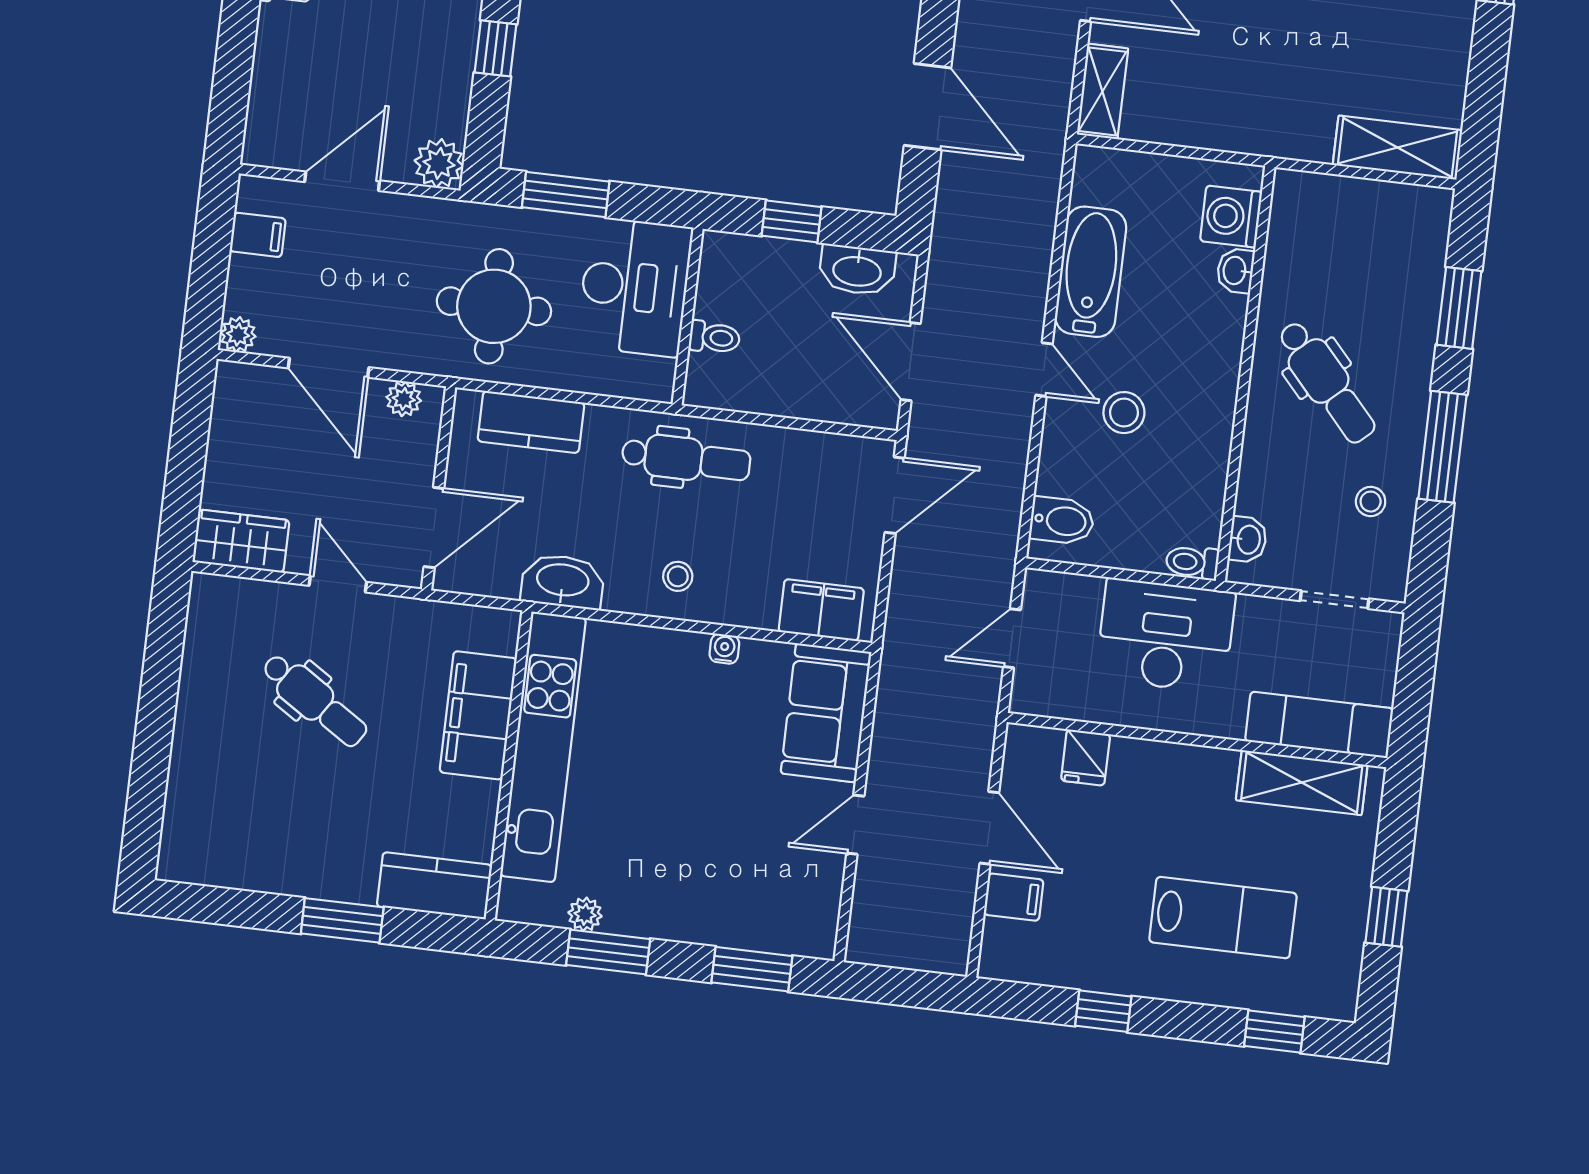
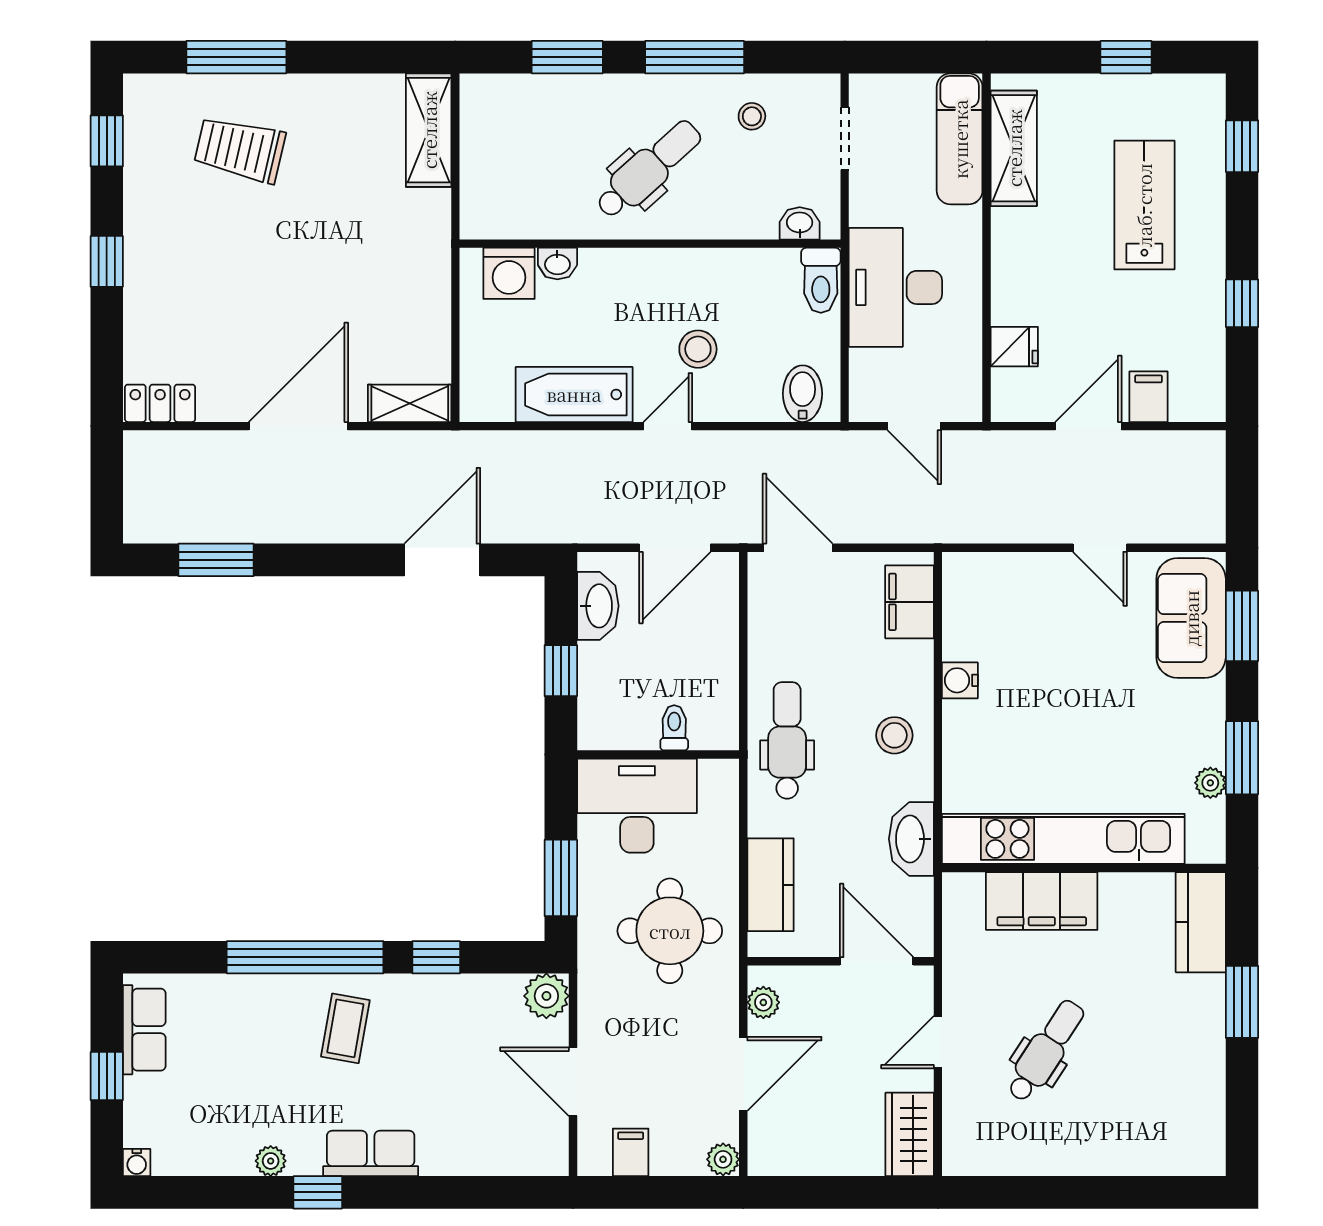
toilet: (1192, 562) -> (821, 280), width x1.37, depth x1.39
stool: (678, 576) -> (894, 735), width x1.37, depth x1.37
water cooler: (724, 649) -> (960, 680), width x1.38, depth x1.38
sofa: (826, 713) -> (1191, 618), moved, turned 90

